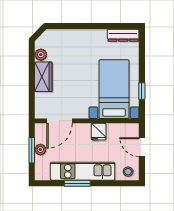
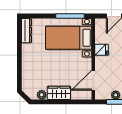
window: (142, 91) -> (70, 16), width x2.17
door: (60, 121) -> (93, 80), swing flipped

